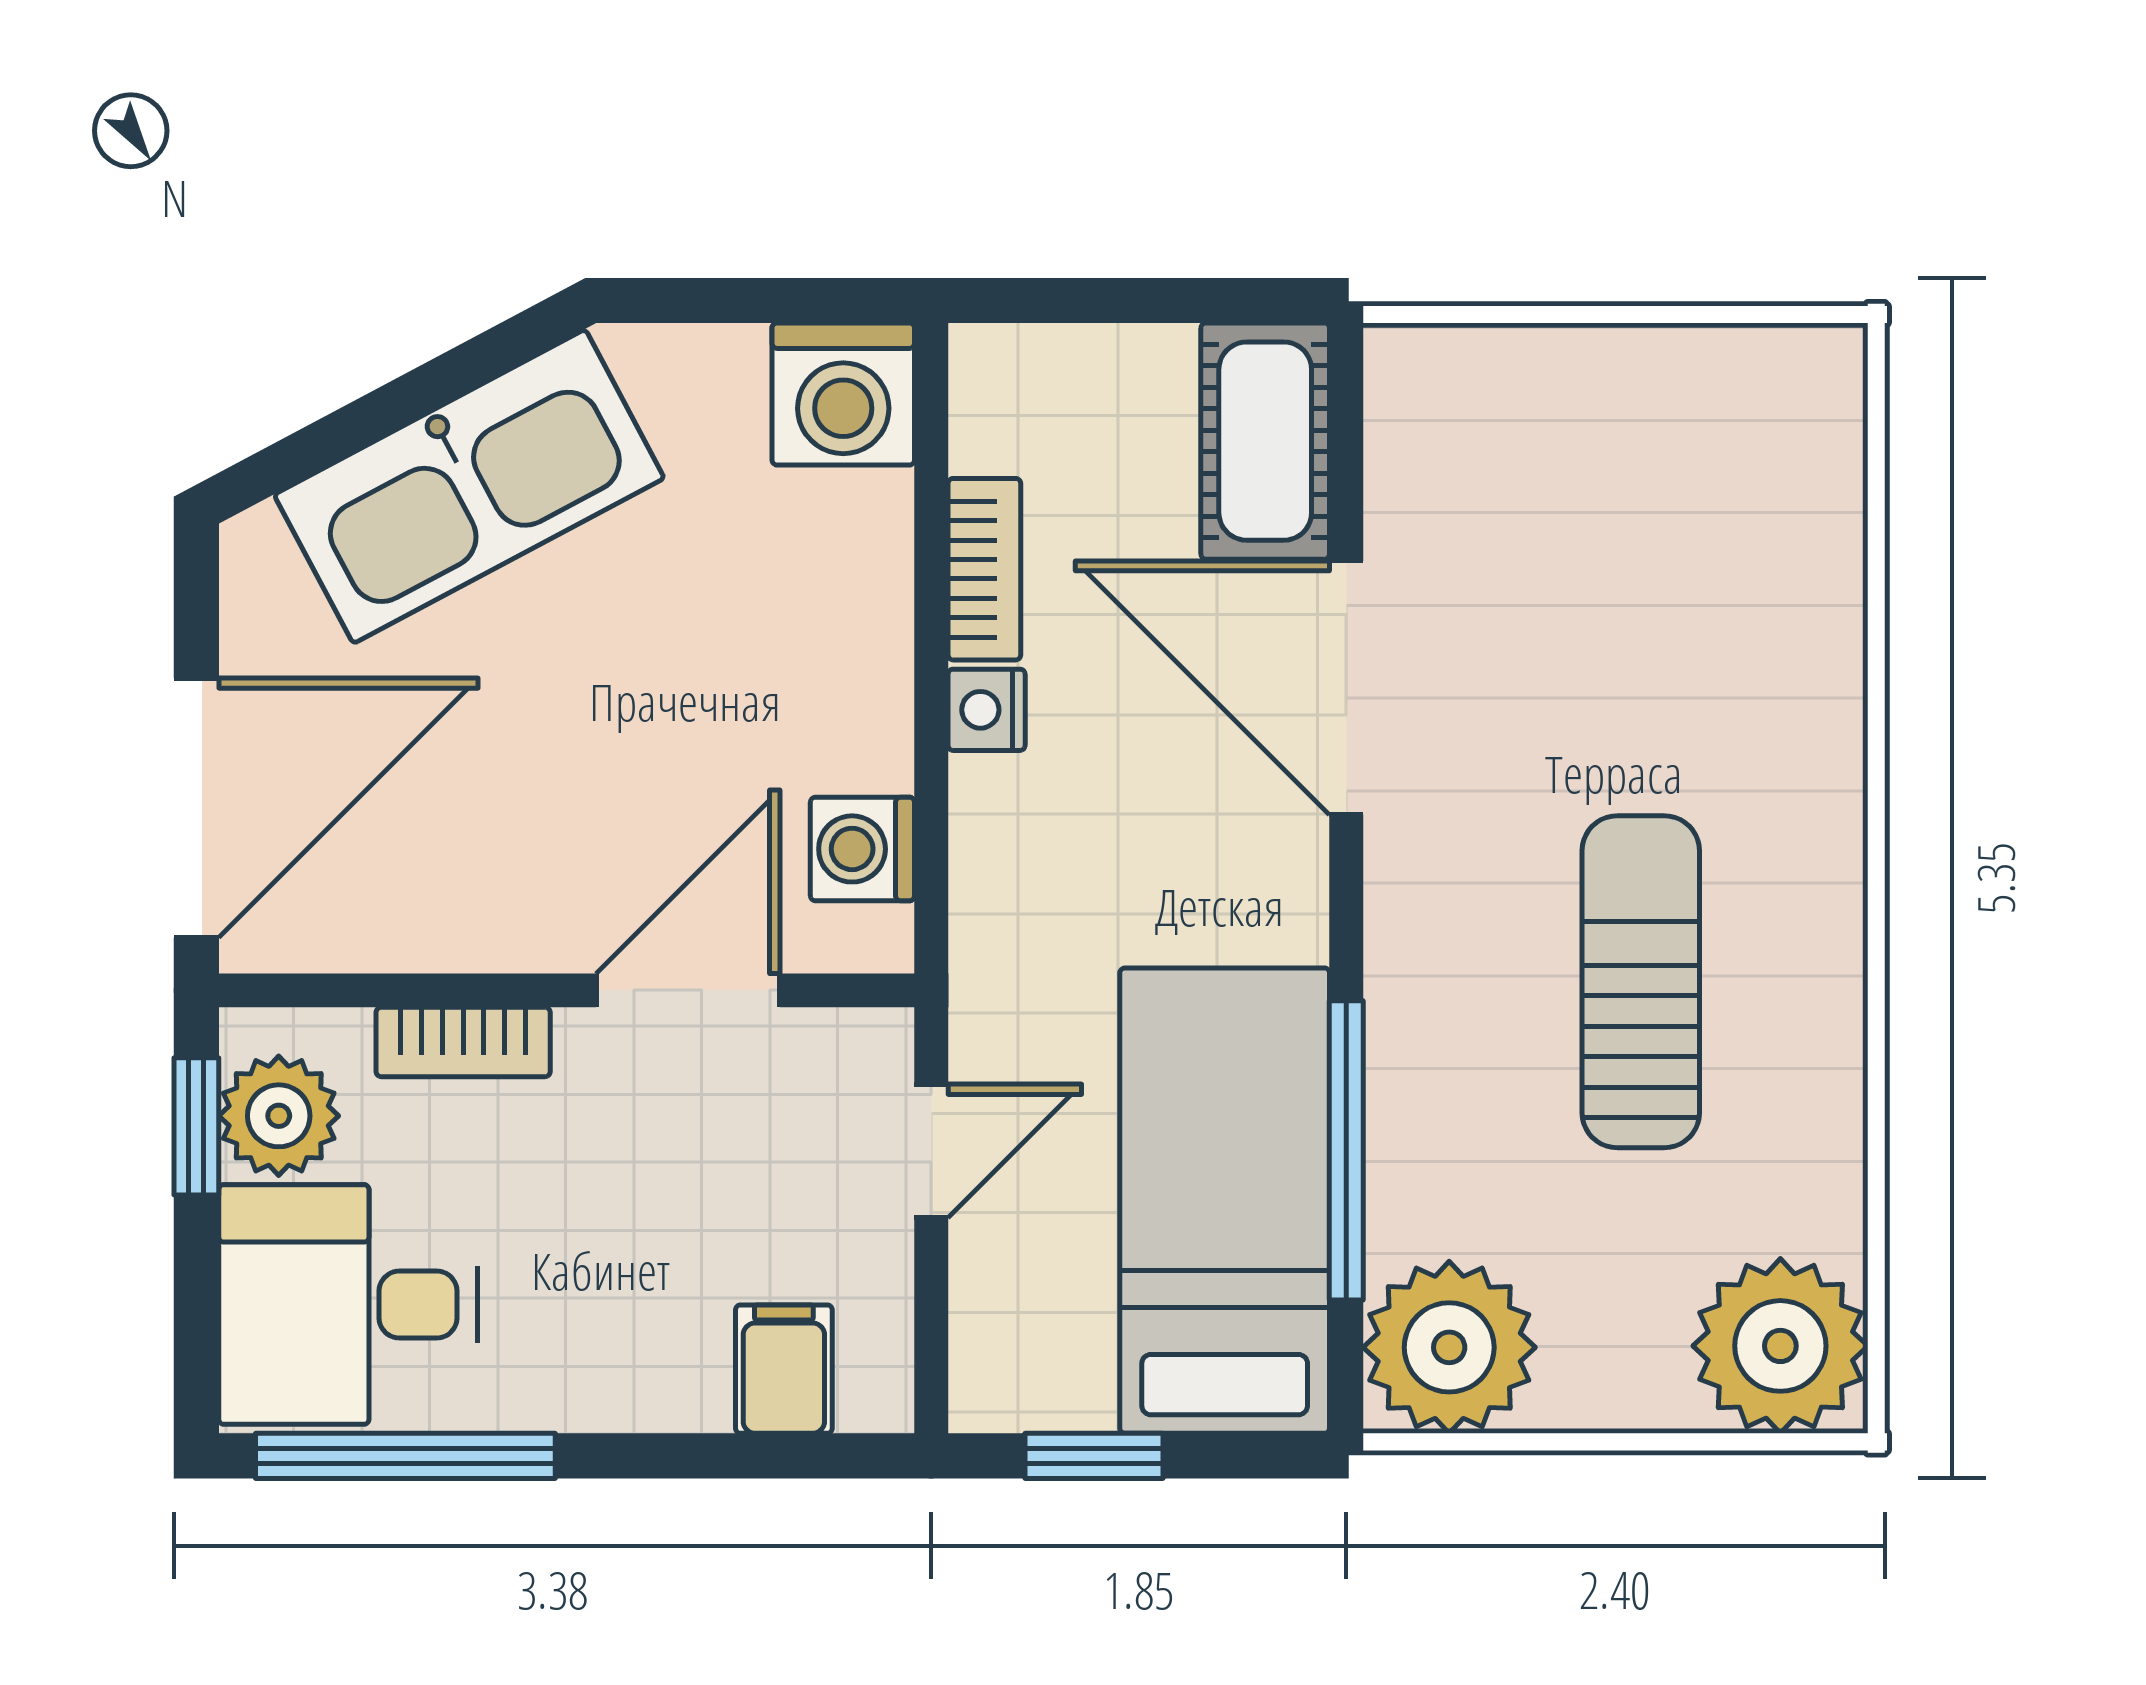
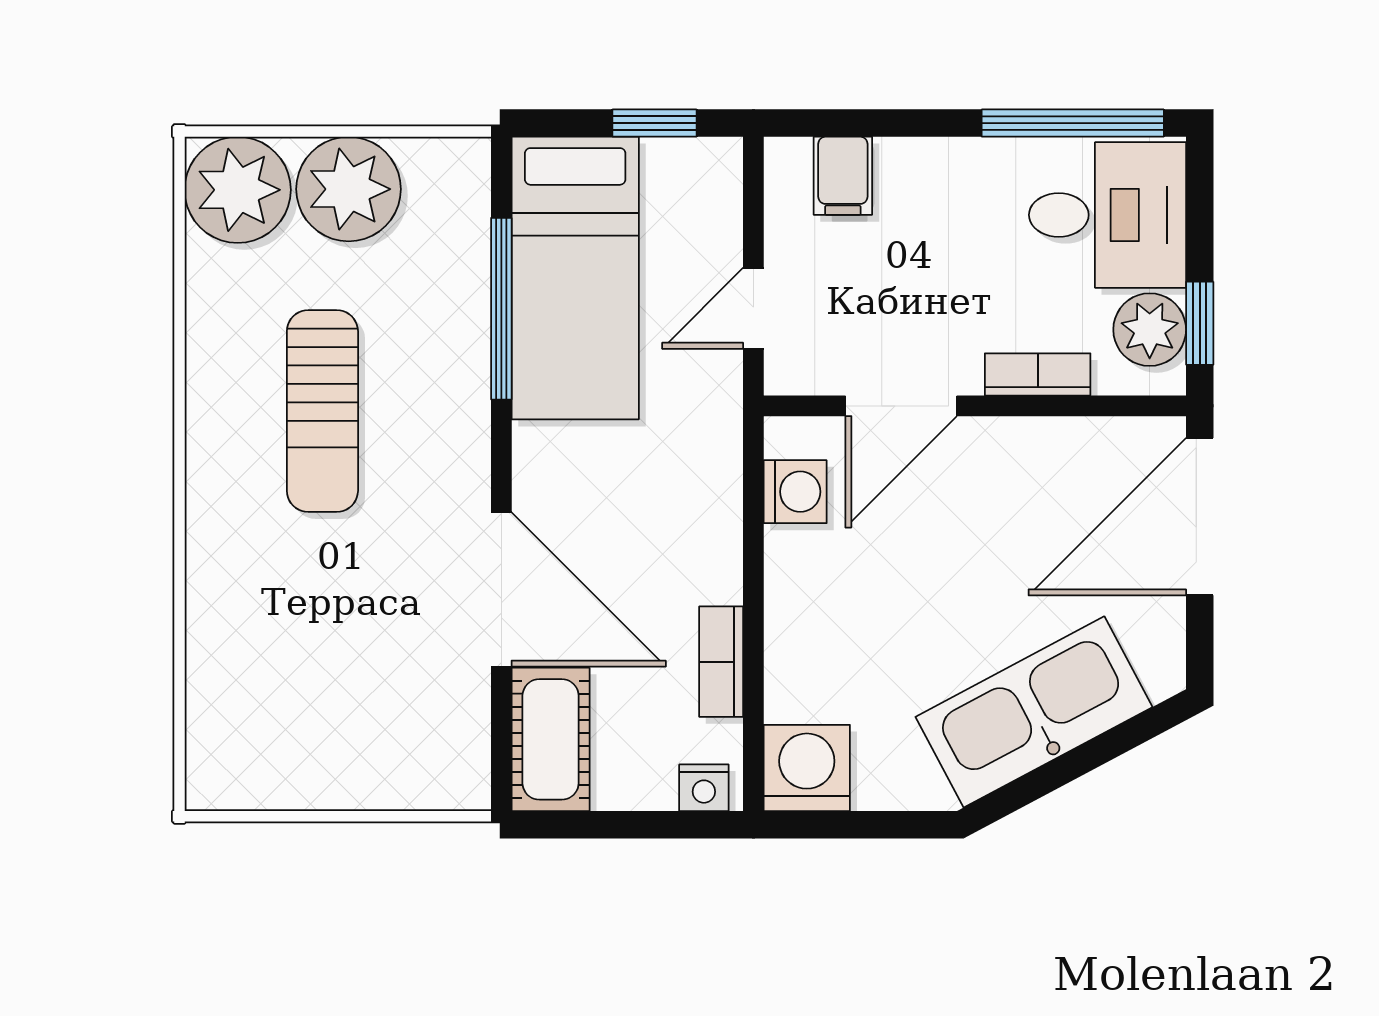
nightstand: (987, 710) -> (704, 788), moved, turned 90
plant: (1449, 1347) -> (349, 189), moved

